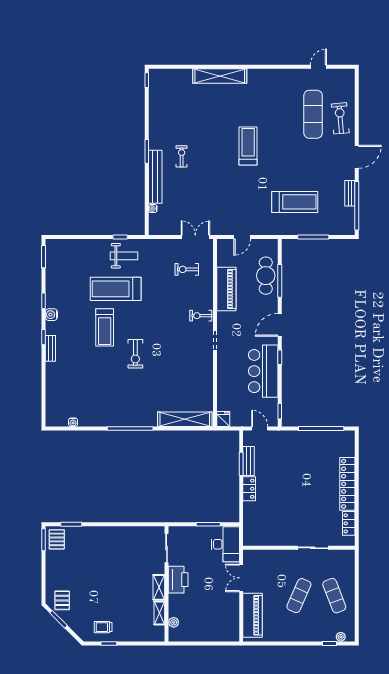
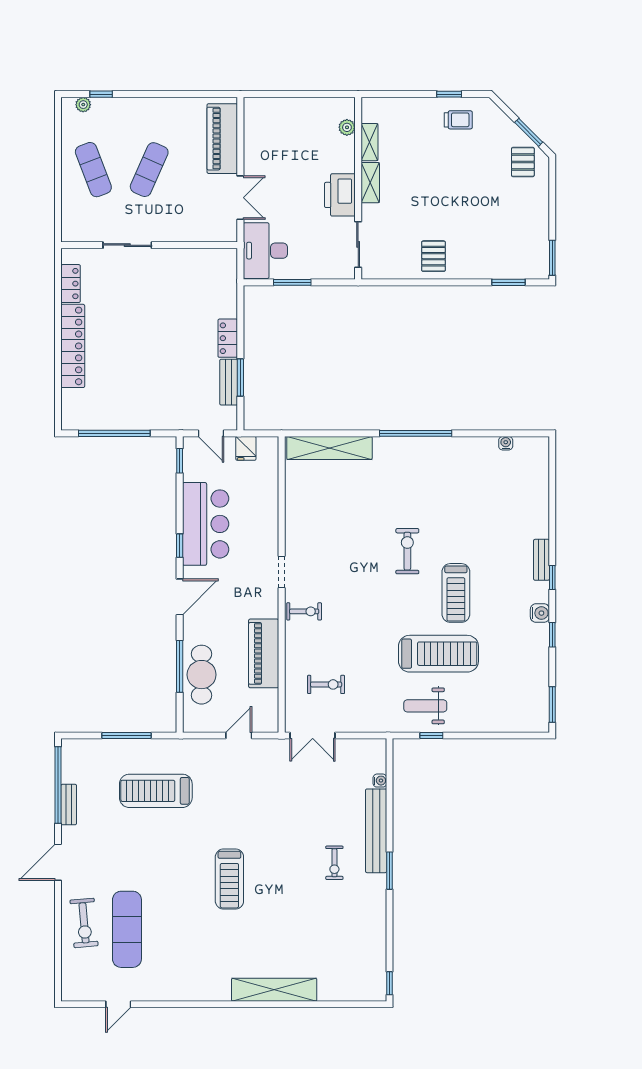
treadmill: (105, 327) -> (456, 593), turned 180
fridge: (223, 419) -> (246, 448), moved
pallet: (57, 539) -> (433, 256), moved

